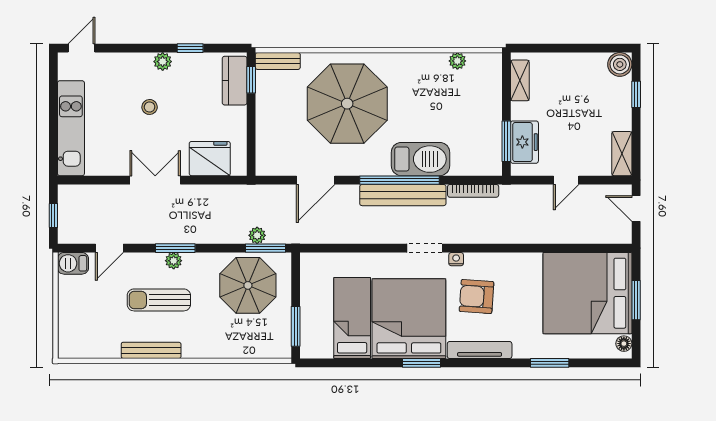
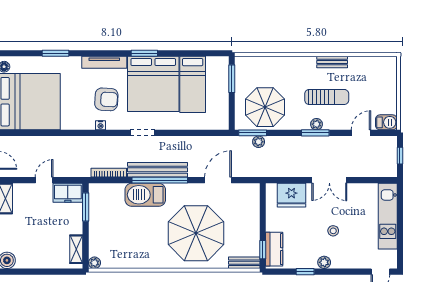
plant: (457, 61) -> (95, 263), moved
freezer: (524, 142) -> (68, 193), moved, turned -90
nightstand: (456, 259) -> (100, 125), moved
bench: (151, 350) -> (332, 62), width x0.73

